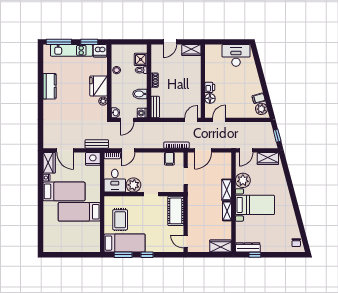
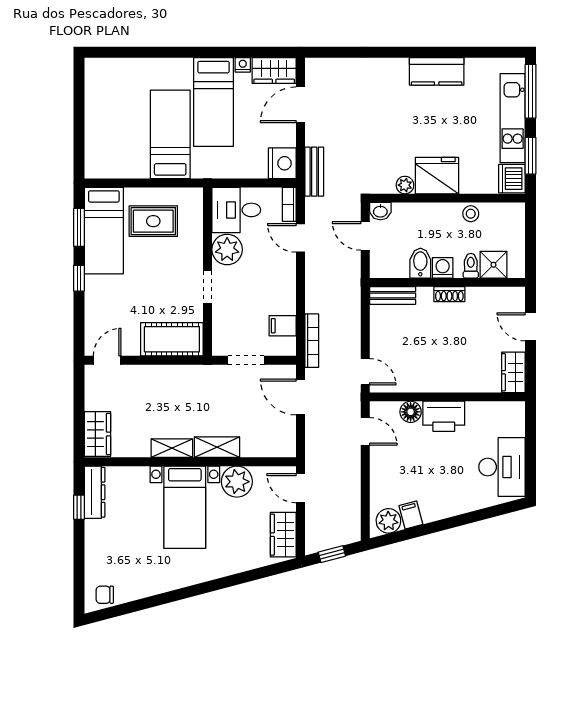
printer: (210, 87) -> (444, 416), width x1.87, depth x1.48
washing machine: (142, 113) -> (443, 268), moved

